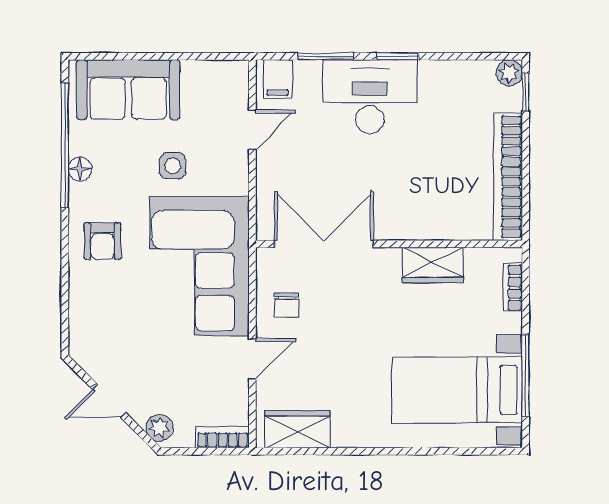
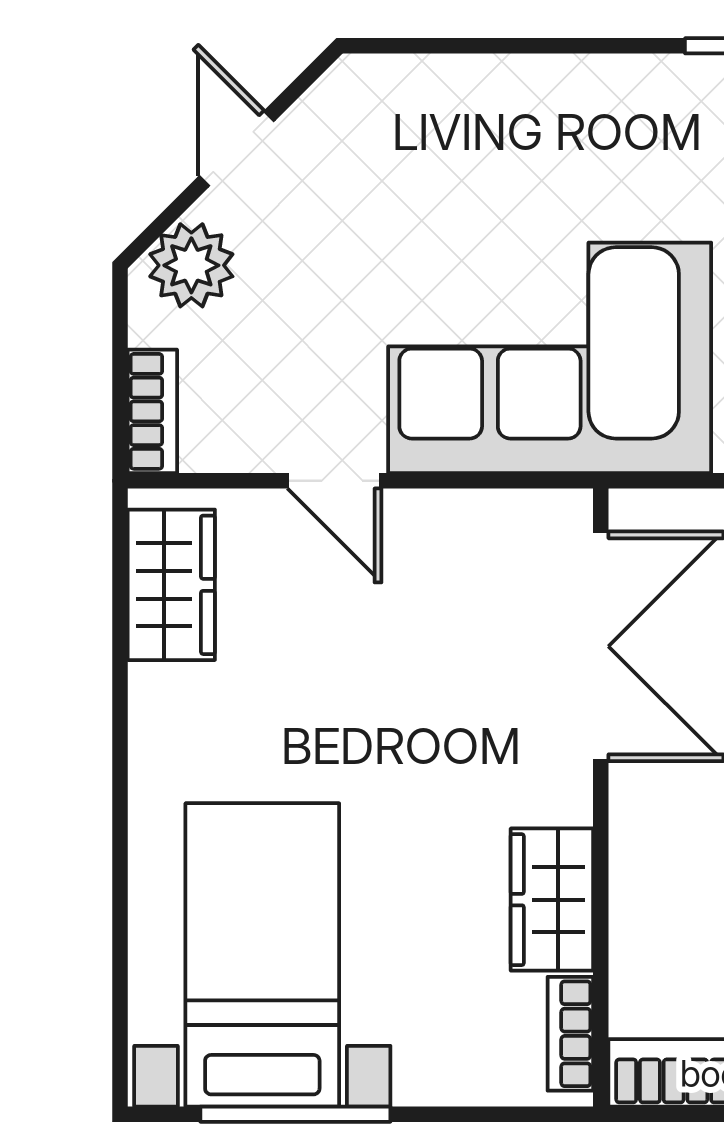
armchair: (102, 241) -> (607, 133), removed
bookcase: (512, 288) -> (570, 1034), moved, turned -90
chair: (286, 305) -> (459, 560), removed
plant: (159, 428) -> (191, 265), width x1.38, depth x1.38

